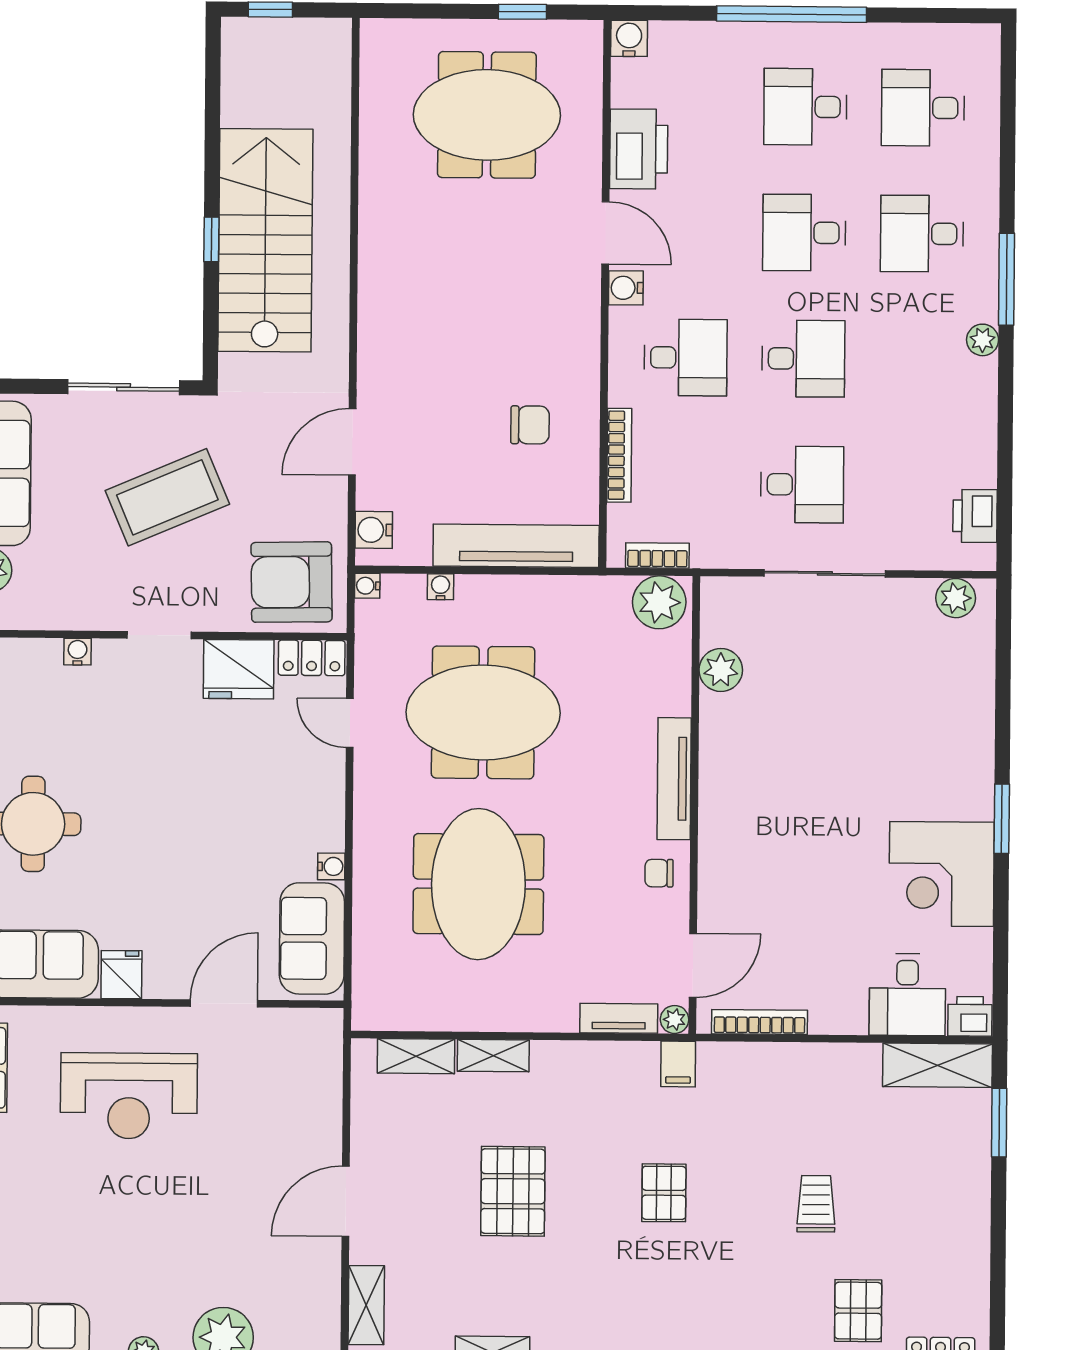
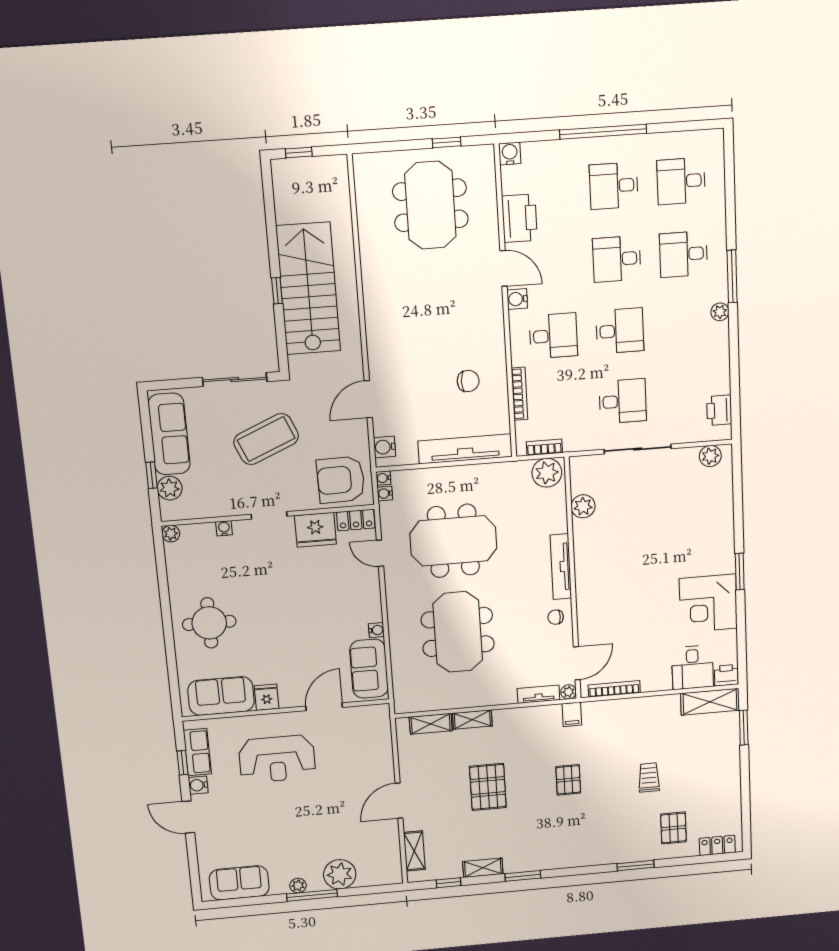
meeting table: (487, 115) -> (430, 205), turned 90
water cooler: (441, 587) -> (385, 494), moved, turned -90

